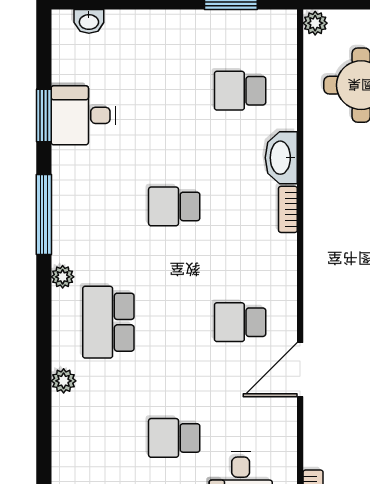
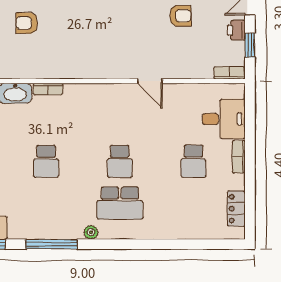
school desk: (240, 322) -> (120, 161), moved
door: (300, 370) -> (150, 81), width x0.73
plant: (64, 381) -> (157, 232), removed

